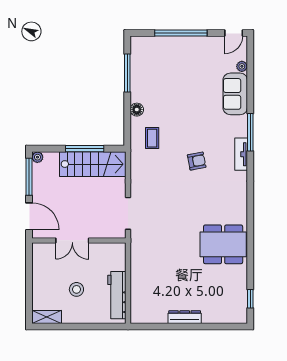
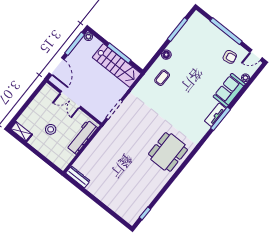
tv unit: (241, 154) -> (215, 115), moved
armchair: (197, 161) -> (230, 57), moved
dining table: (223, 244) -> (168, 152), moved, turned 90
workbench: (117, 295) -> (82, 137), moved
dresser: (185, 317) -> (78, 177), moved

